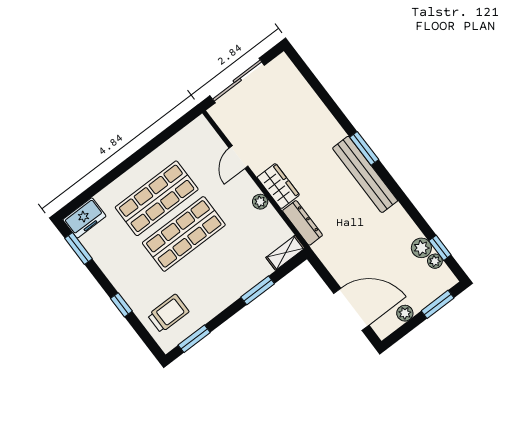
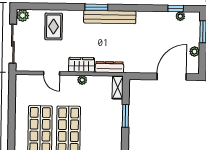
rug: (298, 114) -> (54, 26), added
plant: (421, 248) -> (23, 15), moved

